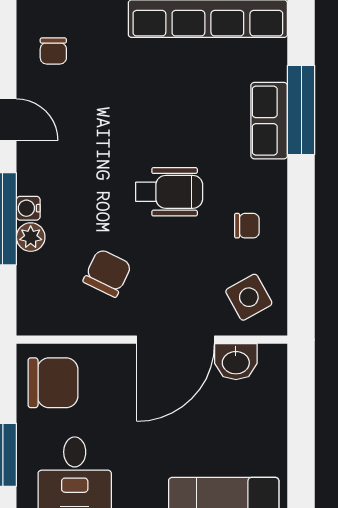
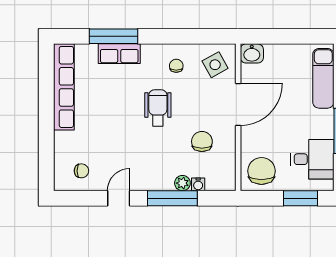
water cooler: (28, 208) -> (198, 184), moved
chair: (107, 273) -> (202, 141), turned 64
door: (176, 340) -> (238, 104), hinge flipped
washbasin: (236, 362) -> (252, 53), moved, turned 90

